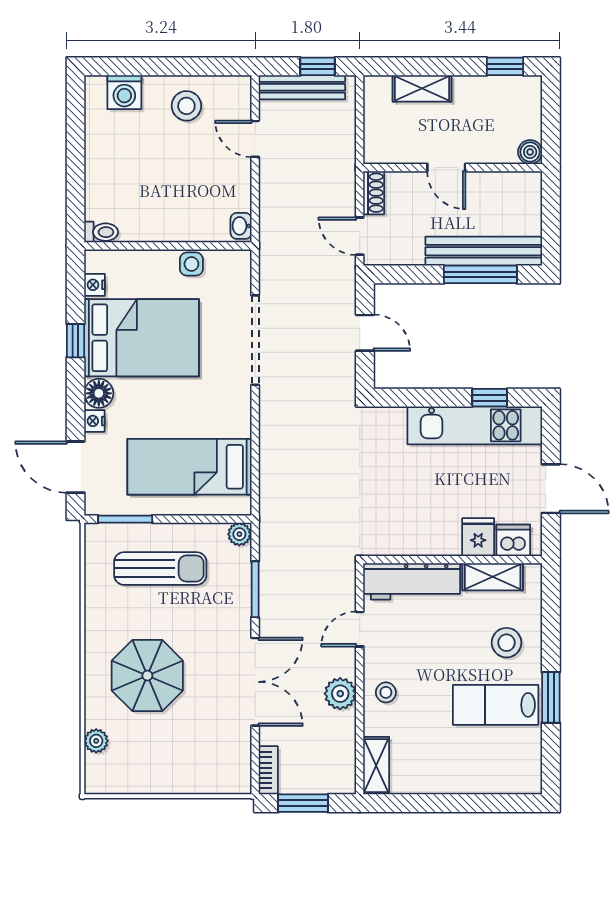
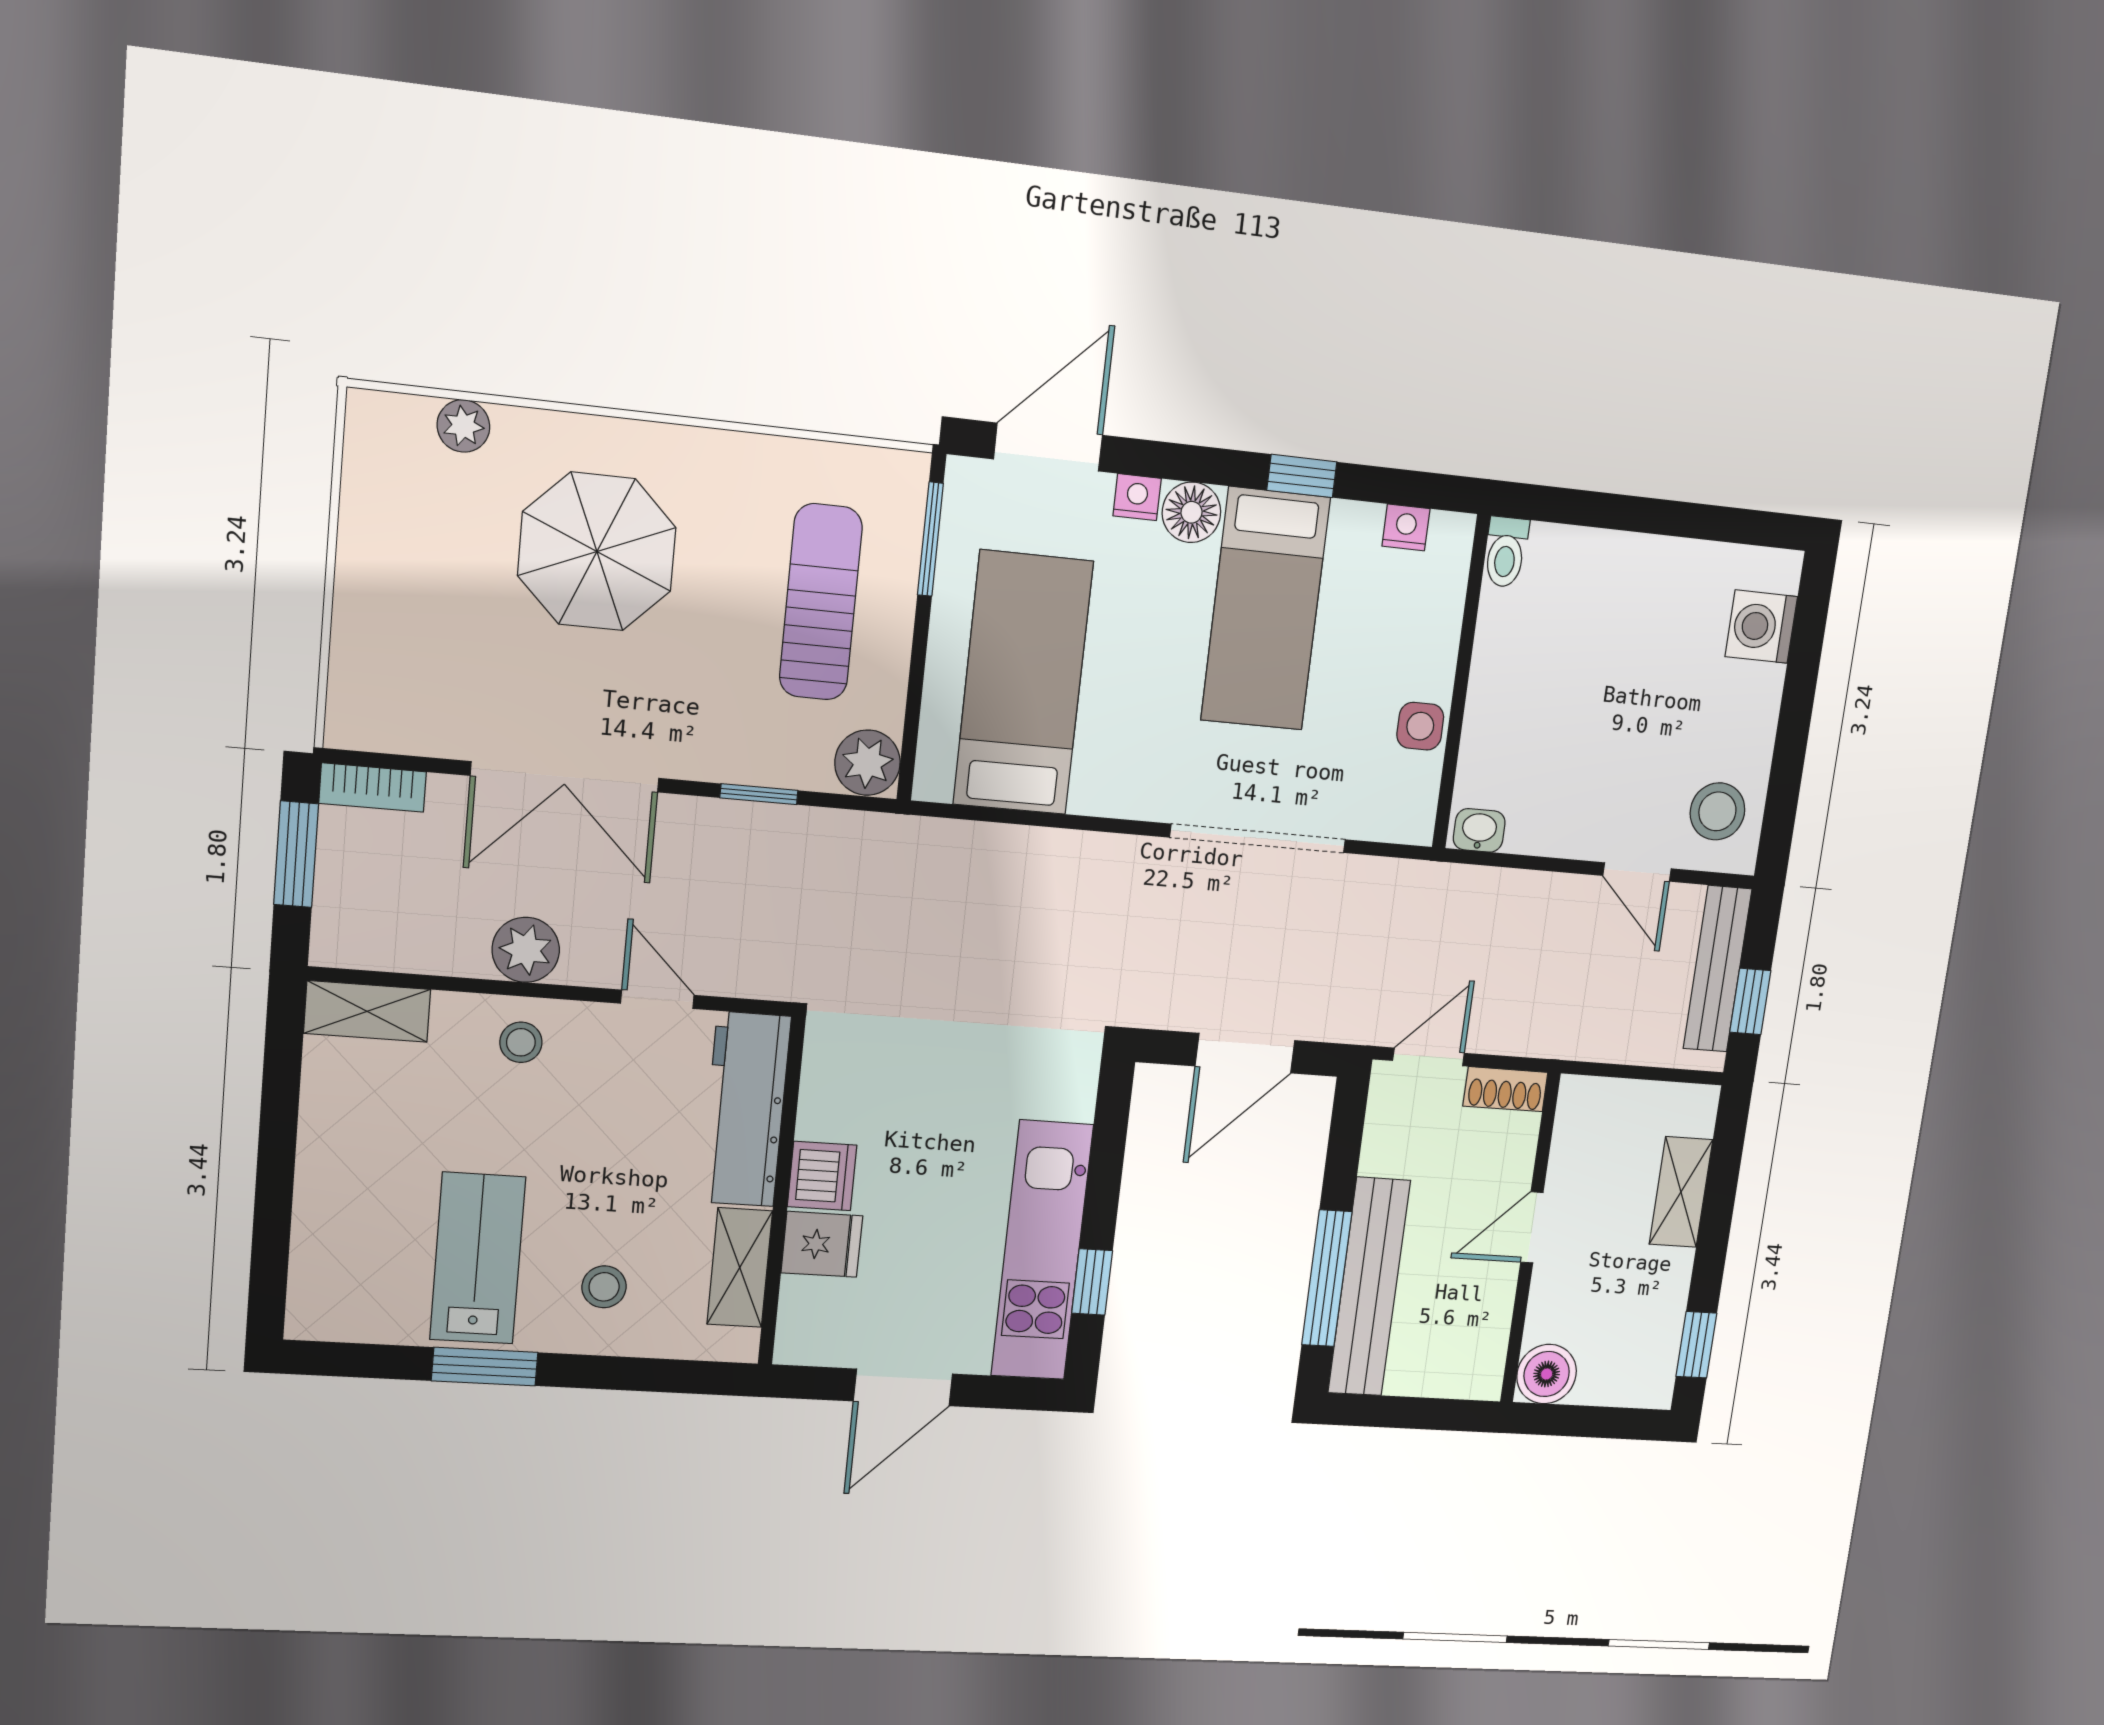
stool: (186, 106) -> (1717, 811), moved
door: (255, 139) -> (1637, 872), swing flipped
boiler: (530, 152) -> (1547, 1374), width x1.36, depth x1.36
door: (365, 333) -> (1245, 1053), width x1.38
bed: (142, 338) -> (1265, 609), width x0.67
plant: (239, 534) -> (867, 763), width x1.38, depth x1.38
dishwasher: (513, 540) -> (822, 1176), moved
sun lounger: (160, 568) -> (821, 602), turned 180
window: (255, 589) -> (759, 794), width x0.67
stool: (506, 643) -> (604, 1287), width x0.73, depth x0.73

